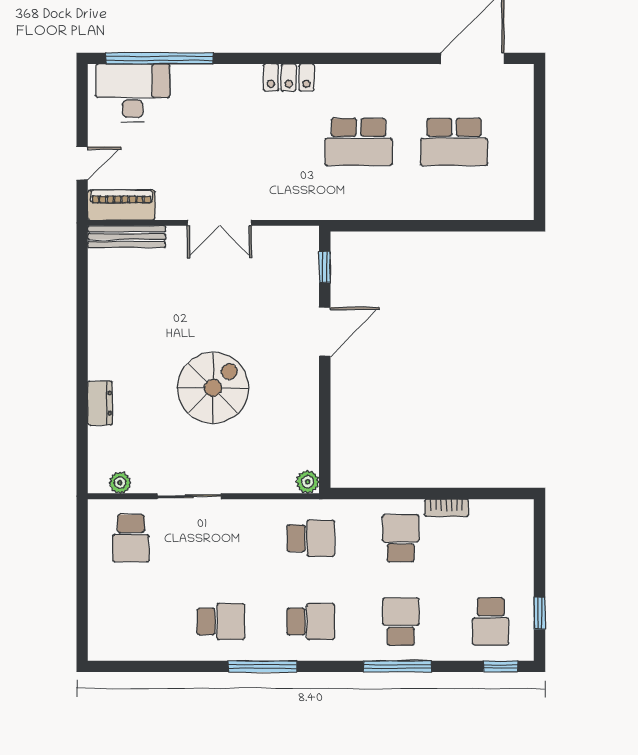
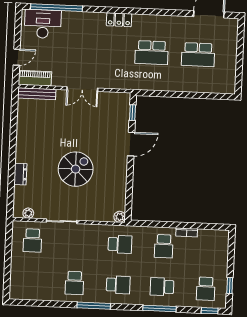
school desk: (401, 538) -> (164, 246), turned 180
school desk: (221, 622) -> (74, 283), turned 90
school desk: (401, 622) -> (162, 287), turned -90

